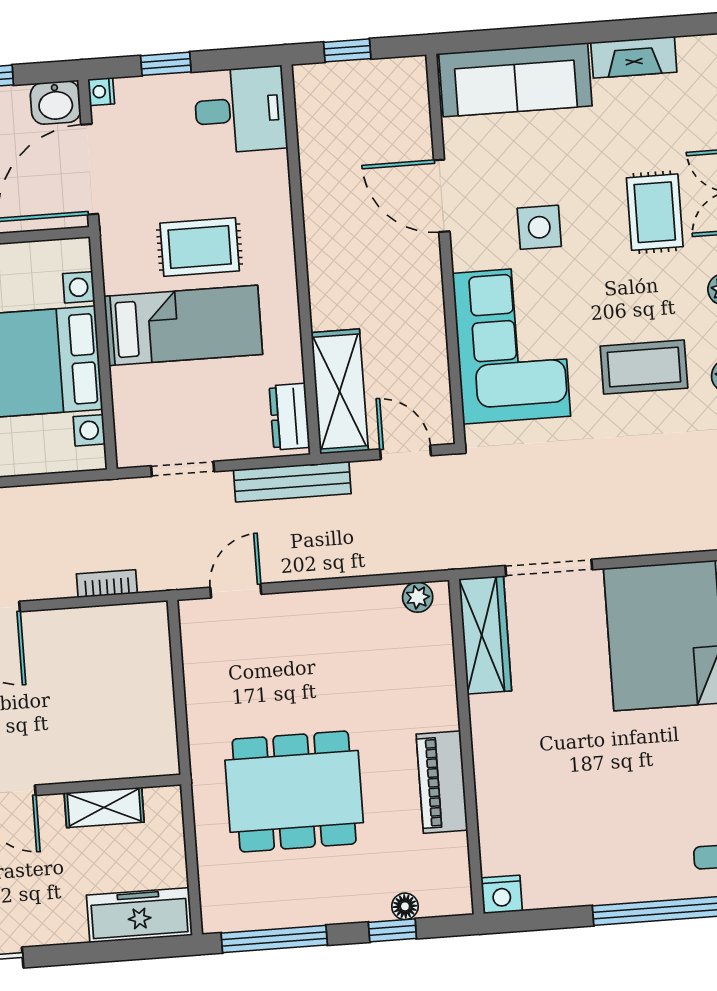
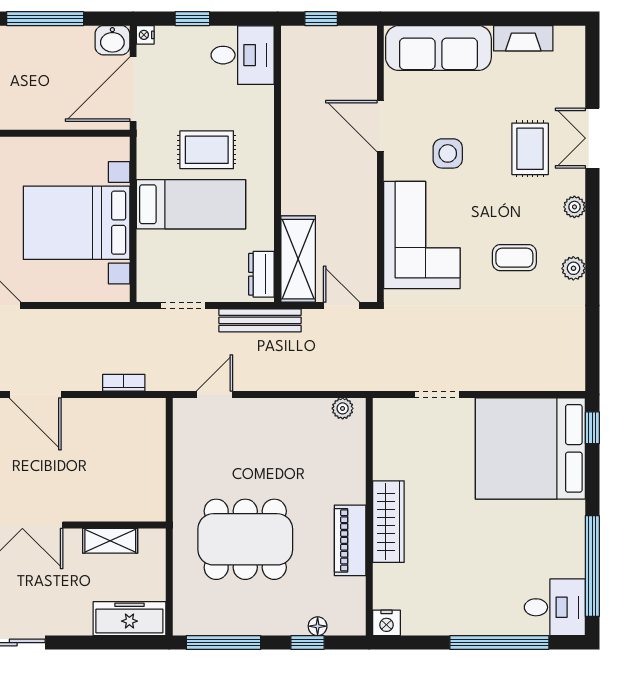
coffee table: (644, 367) -> (514, 258), width x0.73, depth x0.77
doorway: (549, 568) -> (437, 394), width x0.73
wardrobe: (485, 635) -> (388, 522), moved

